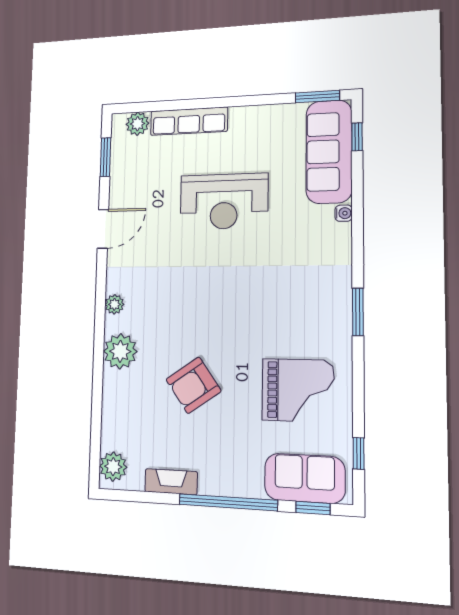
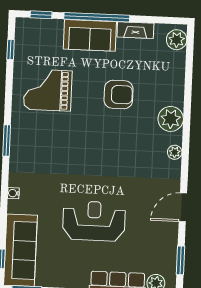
water cooler: (344, 213) -> (13, 193), moved
armchair: (193, 385) -> (118, 95), turned 35
sofa: (305, 478) -> (90, 35), moved

